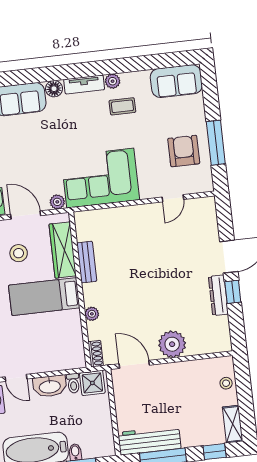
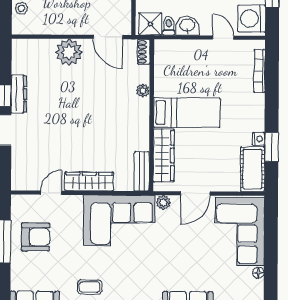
armchair: (184, 151) -> (36, 237), turned -90
wardrobe: (136, 214) -> (89, 181), added
door: (26, 215) -> (195, 193), hinge flipped
stool: (19, 253) -> (207, 158), removed
bench: (87, 262) -> (142, 171), moved
washbasin: (50, 386) -> (187, 26), width x0.72

